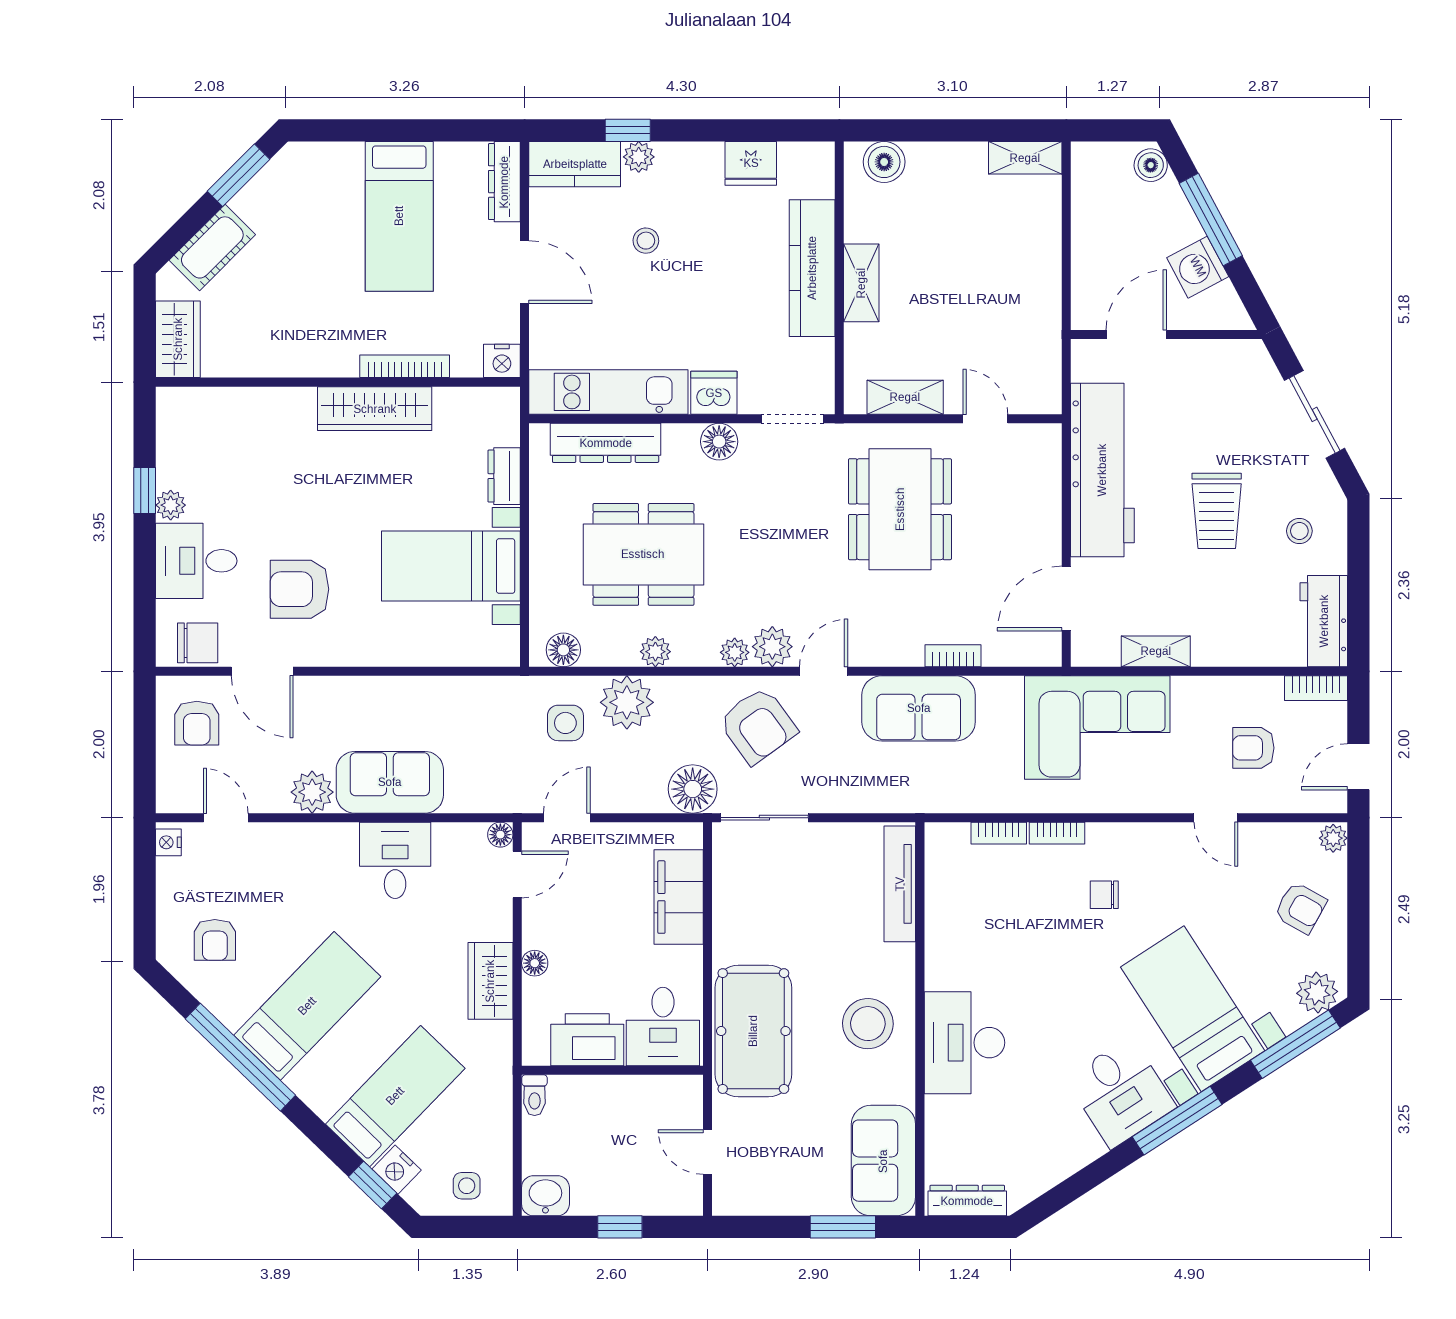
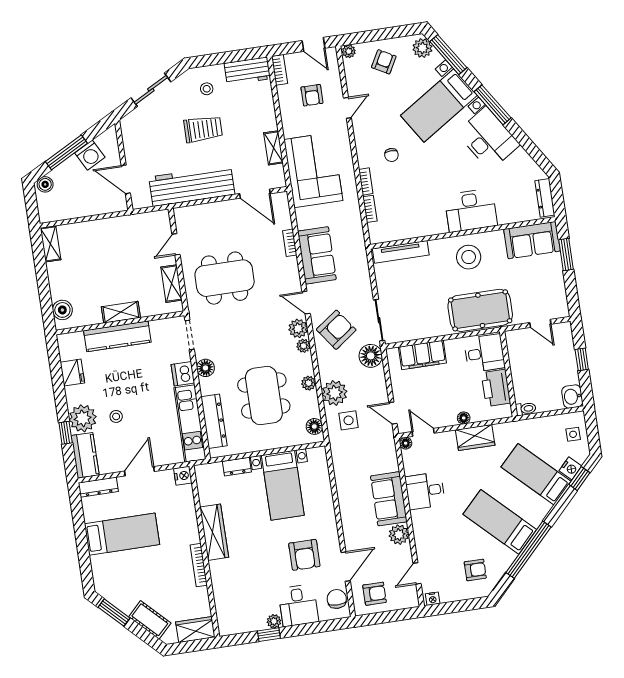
plant: (639, 157) -> (83, 418), width x1.87, depth x1.87
bookcase: (405, 366) -> (199, 565), moved
desk: (1121, 1093) -> (488, 139), width x1.37
door: (708, 1152) -> (540, 323), hinge flipped

